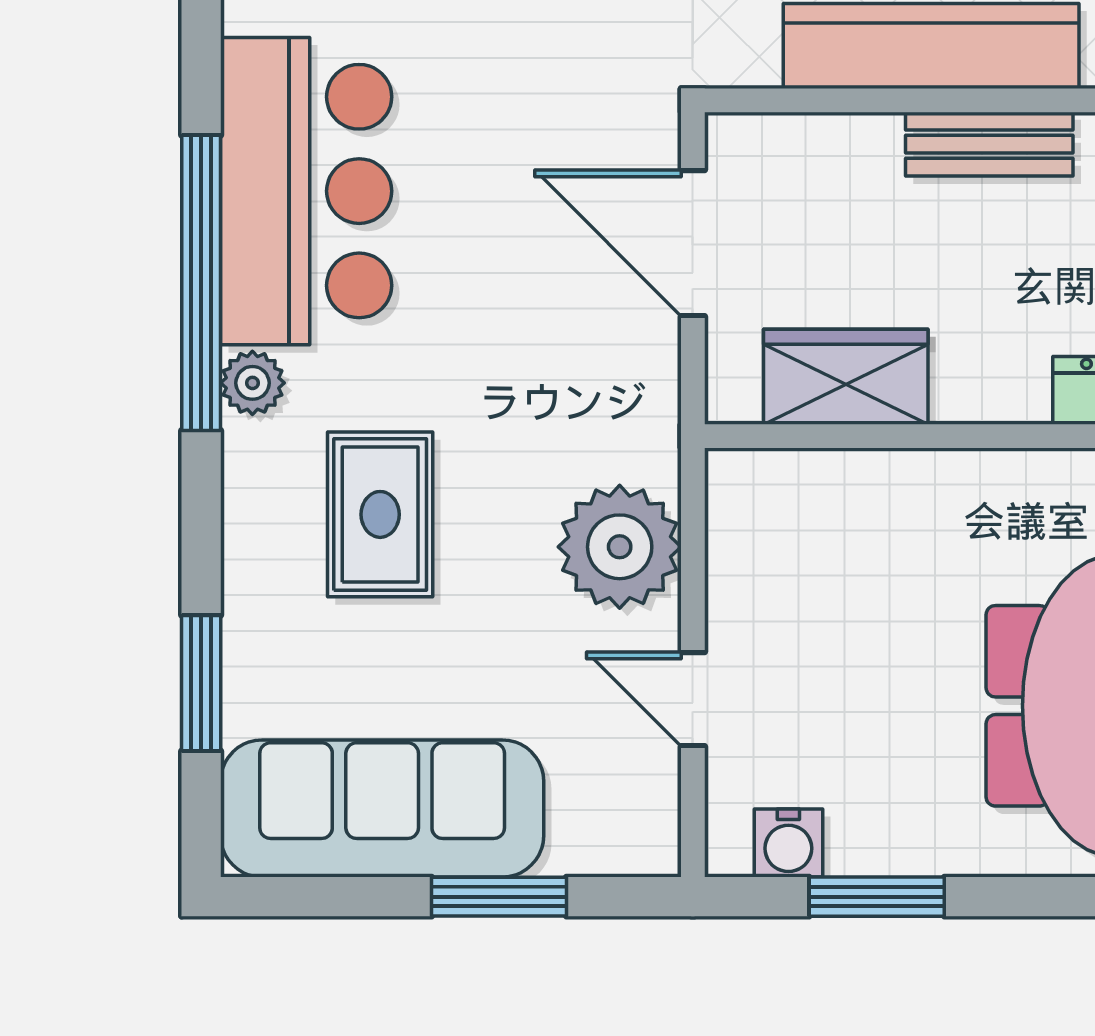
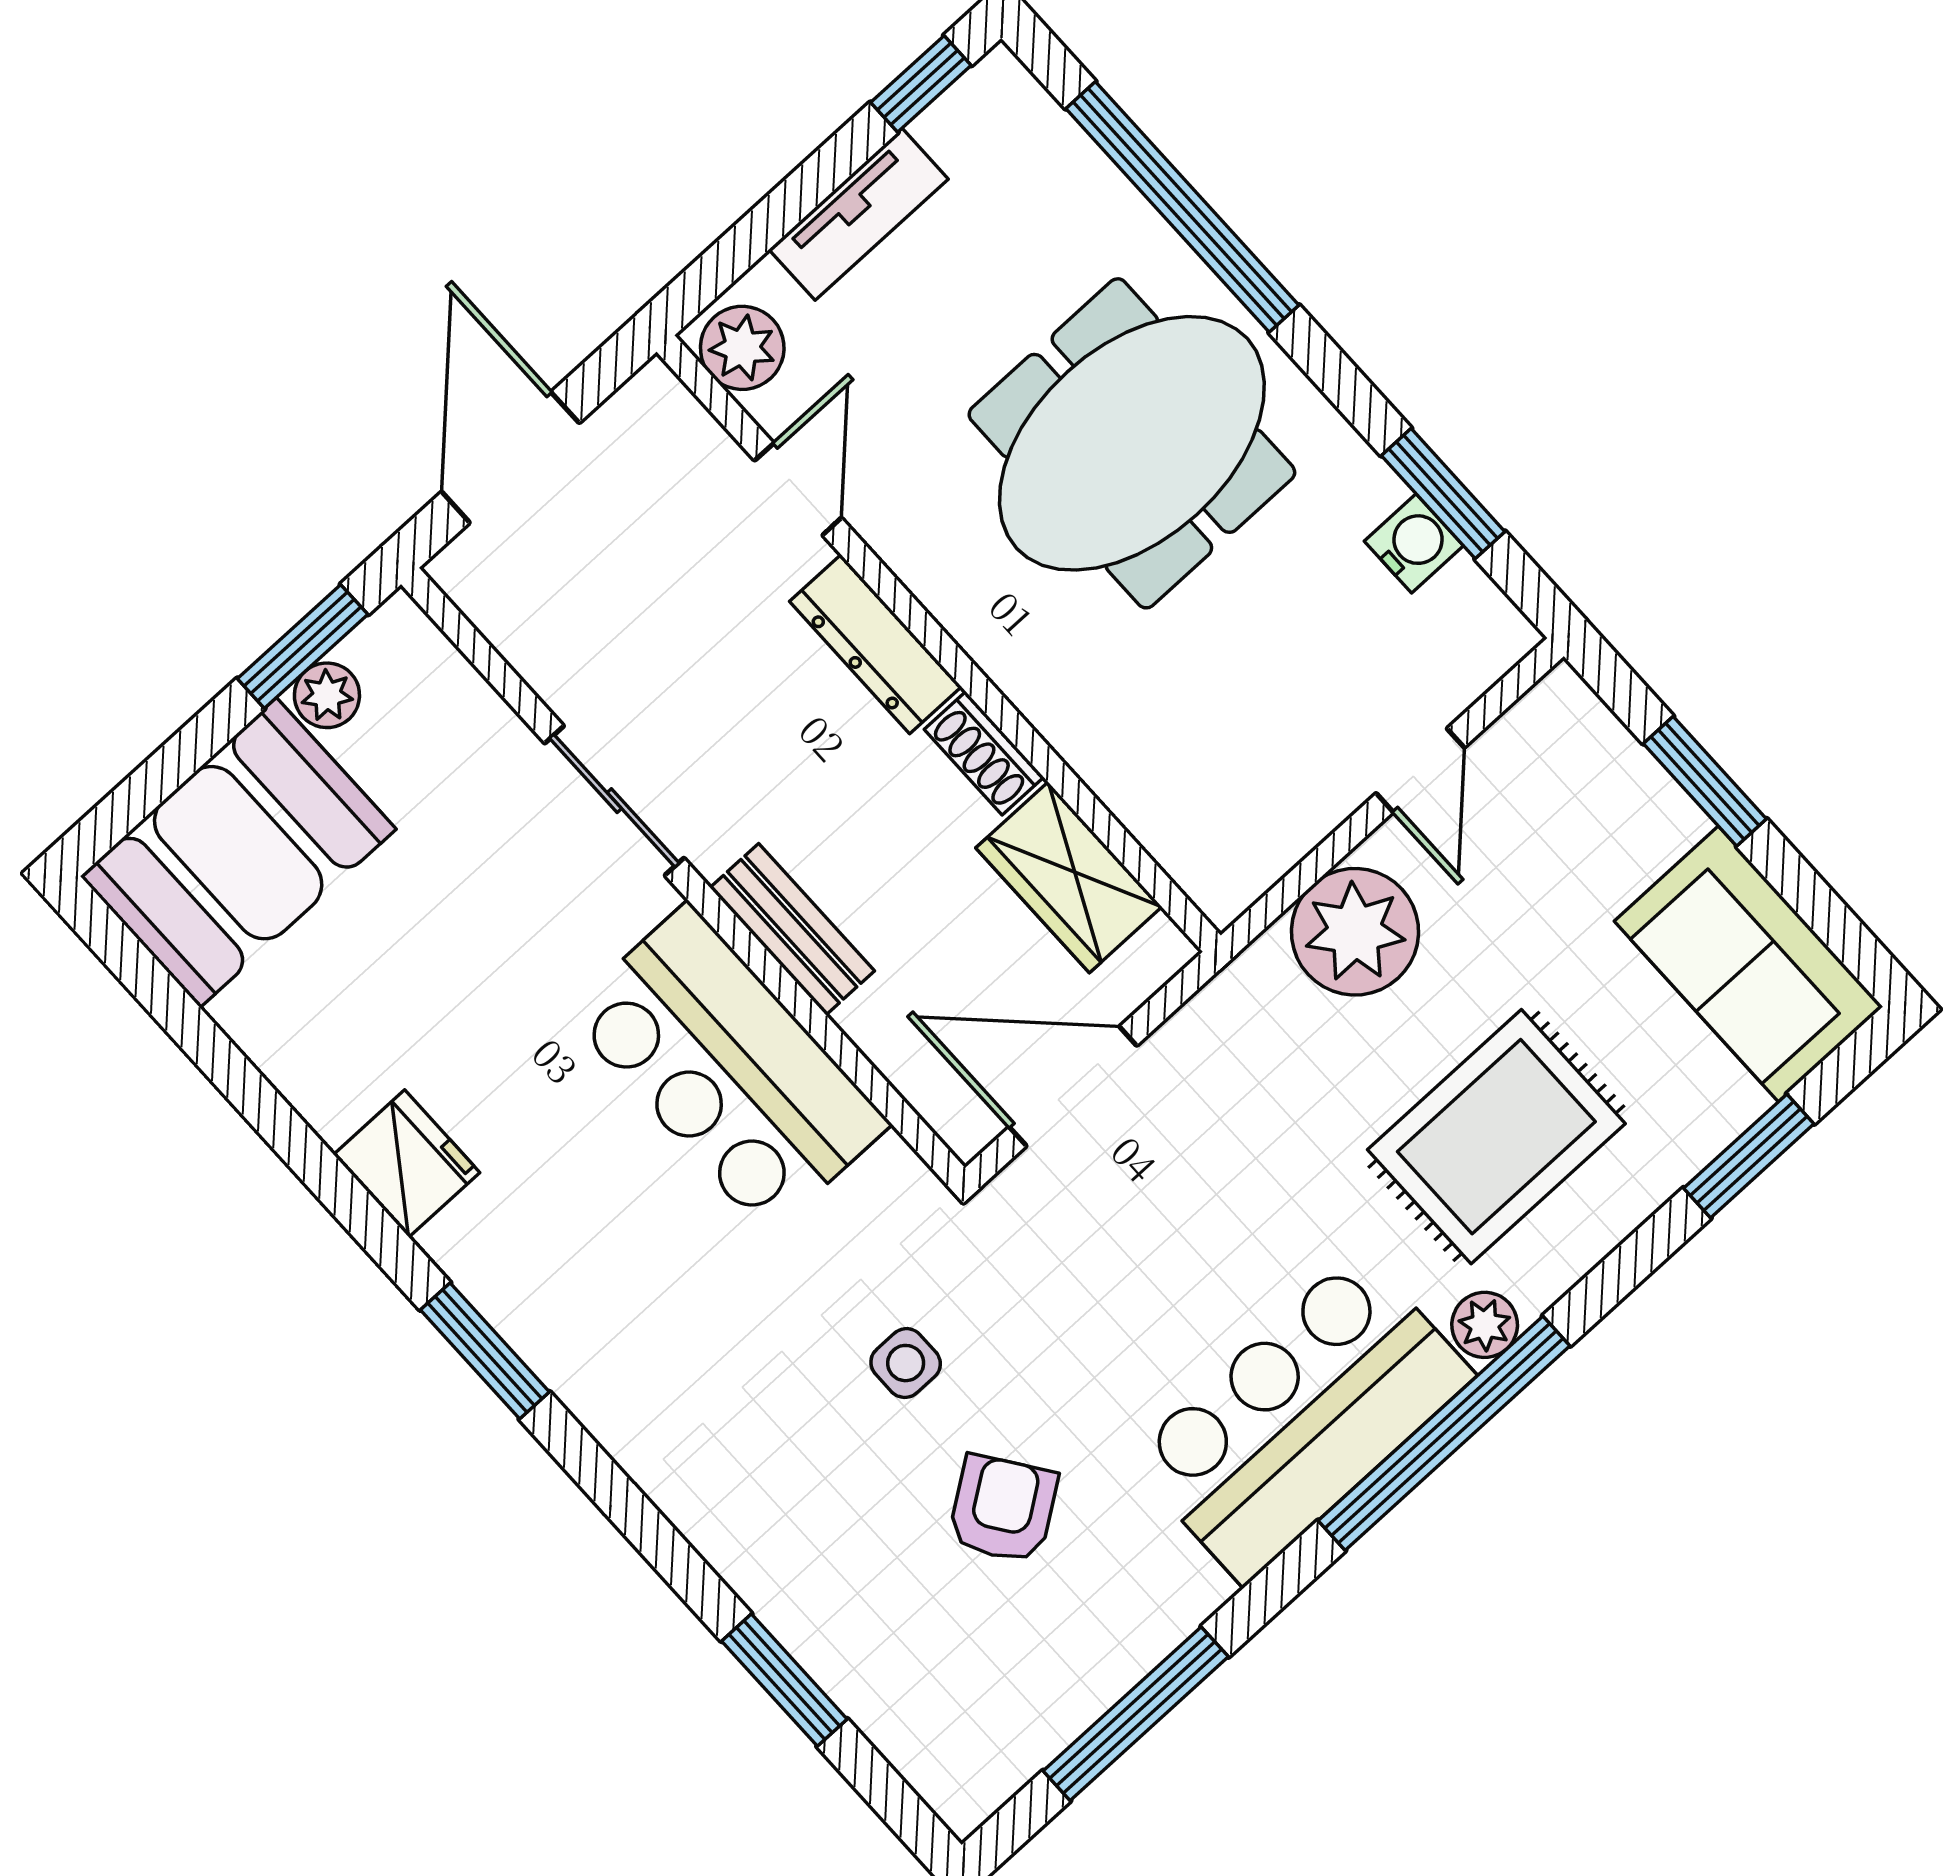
door: (693, 243) -> (1073, 1086), swing flipped
shoe rack: (990, 397) -> (984, 753), added
rug: (380, 514) -> (1496, 1137), width x1.36, depth x1.43
sofa: (382, 808) -> (1748, 964), width x0.73
water cooler: (788, 843) -> (1414, 543), moved

